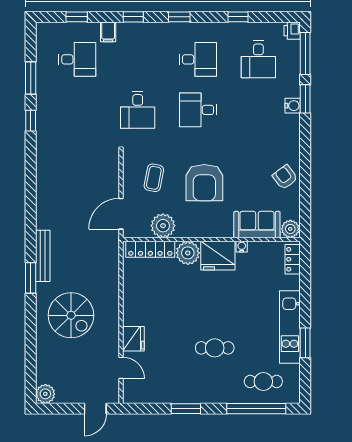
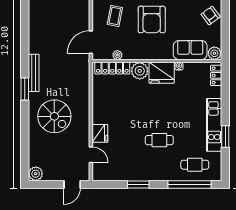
plant: (163, 226) -> (117, 55), width x0.53, depth x0.53

